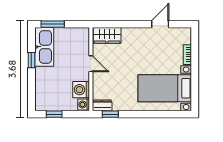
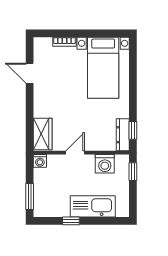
kitchen sink: (44, 47) -> (93, 206), moved
washing machine: (84, 105) -> (40, 161), moved
dresser: (102, 105) -> (123, 135), width x1.44
window: (54, 114) -> (133, 172), moved

